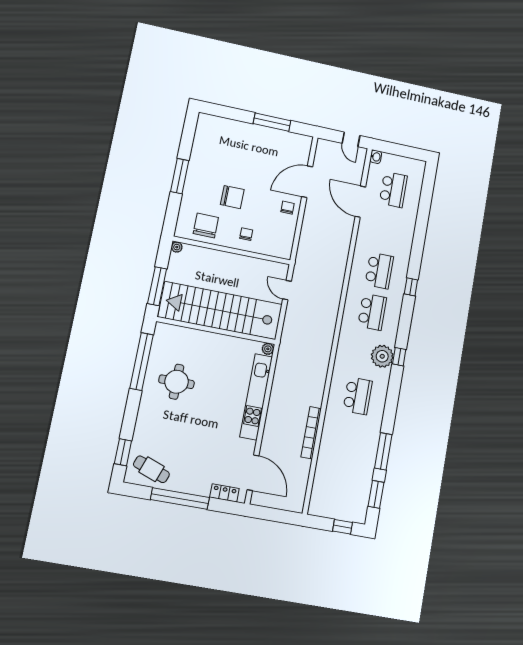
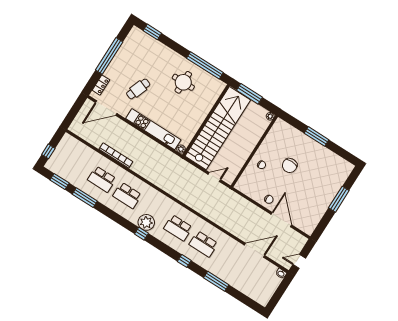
window: (272, 122) -> (339, 199), moved
school desk: (393, 190) -> (102, 179), moved
chair: (206, 226) -> (277, 141), removed
window: (419, 236) -> (216, 281), added
cafe table: (151, 469) -> (138, 89), moved

